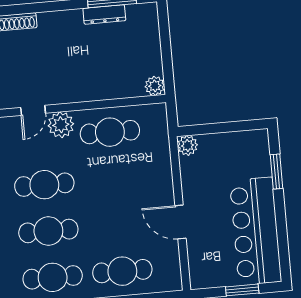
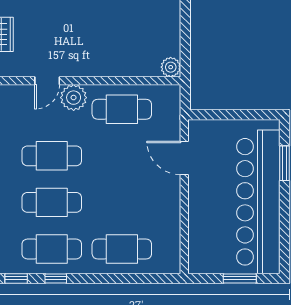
plant: (188, 145) -> (198, 129), removed
door: (181, 222) -> (184, 158), moved
bar counter: (256, 231) -> (258, 202), width x1.36

